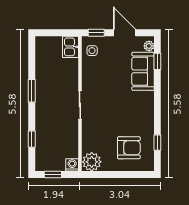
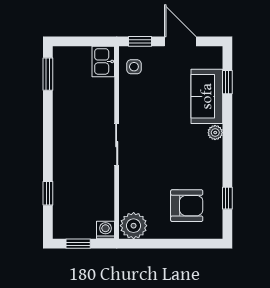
plant: (149, 46) -> (215, 133), moved
window: (32, 91) -> (48, 74), moved

